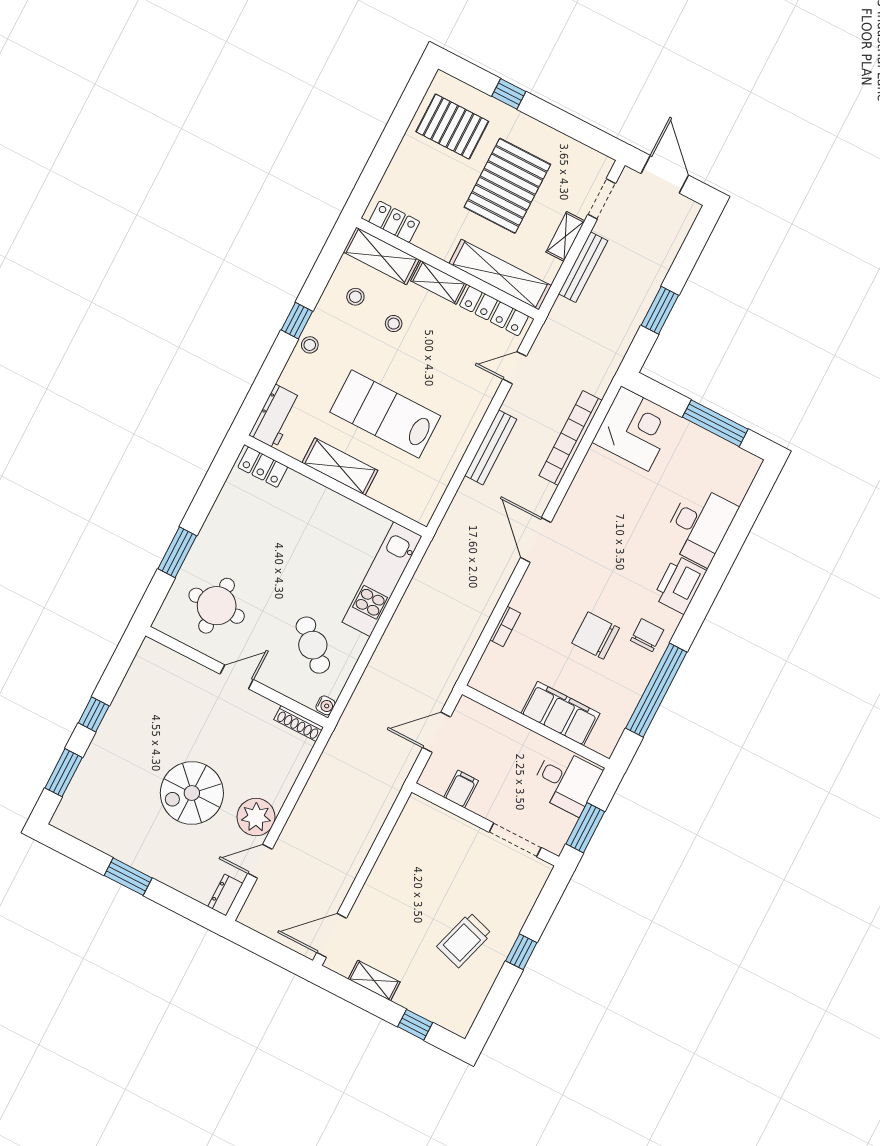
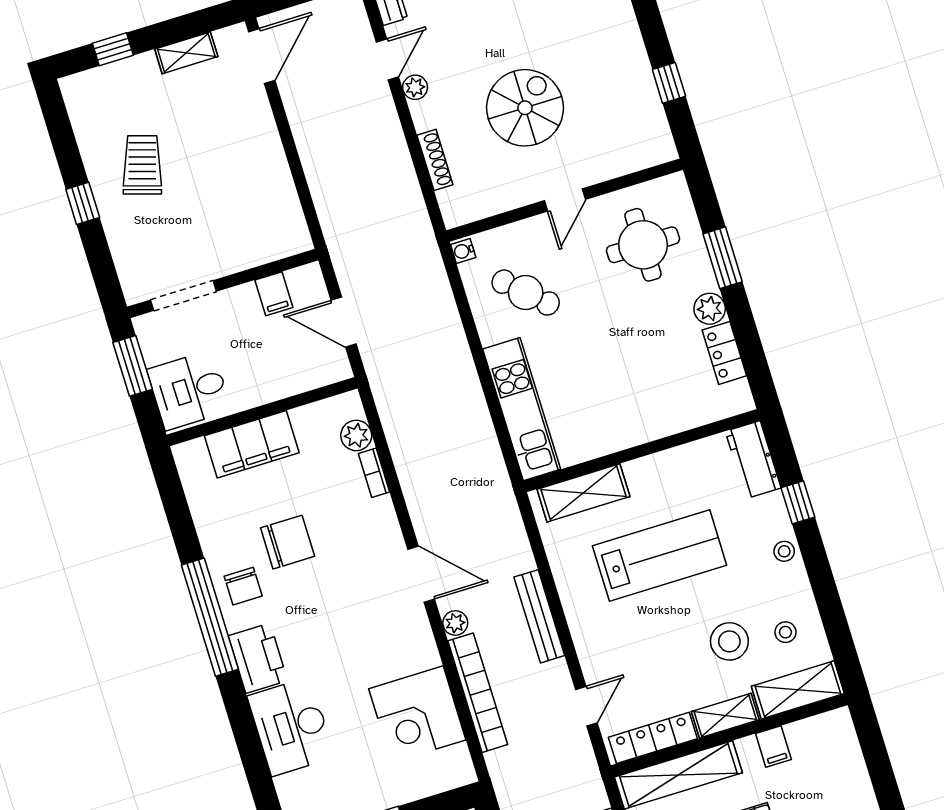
locker: (394, 222) -> (816, 730), removed
filing cabinet: (428, 237) -> (773, 746), added
window: (297, 321) -> (798, 502), moved
stool: (394, 324) -> (729, 641), width x1.89, depth x1.89
corner desk: (635, 429) -> (417, 714), moved
locker: (263, 467) -> (724, 353), moved, turned -90
shelving: (340, 467) -> (583, 493), moved
plant: (544, 492) -> (455, 623), added
plant: (214, 530) -> (710, 309), added
plant: (494, 659) -> (356, 435), added
window: (656, 690) -> (210, 617), moved
window: (94, 714) -> (669, 83), moved
shoe rack: (299, 723) -> (435, 160), moved, turned 90
door: (437, 732) -> (344, 322), swing flipped
spiral stairs: (192, 793) -> (525, 108), moved
plant: (256, 817) -> (415, 87), width x0.53, depth x0.53

